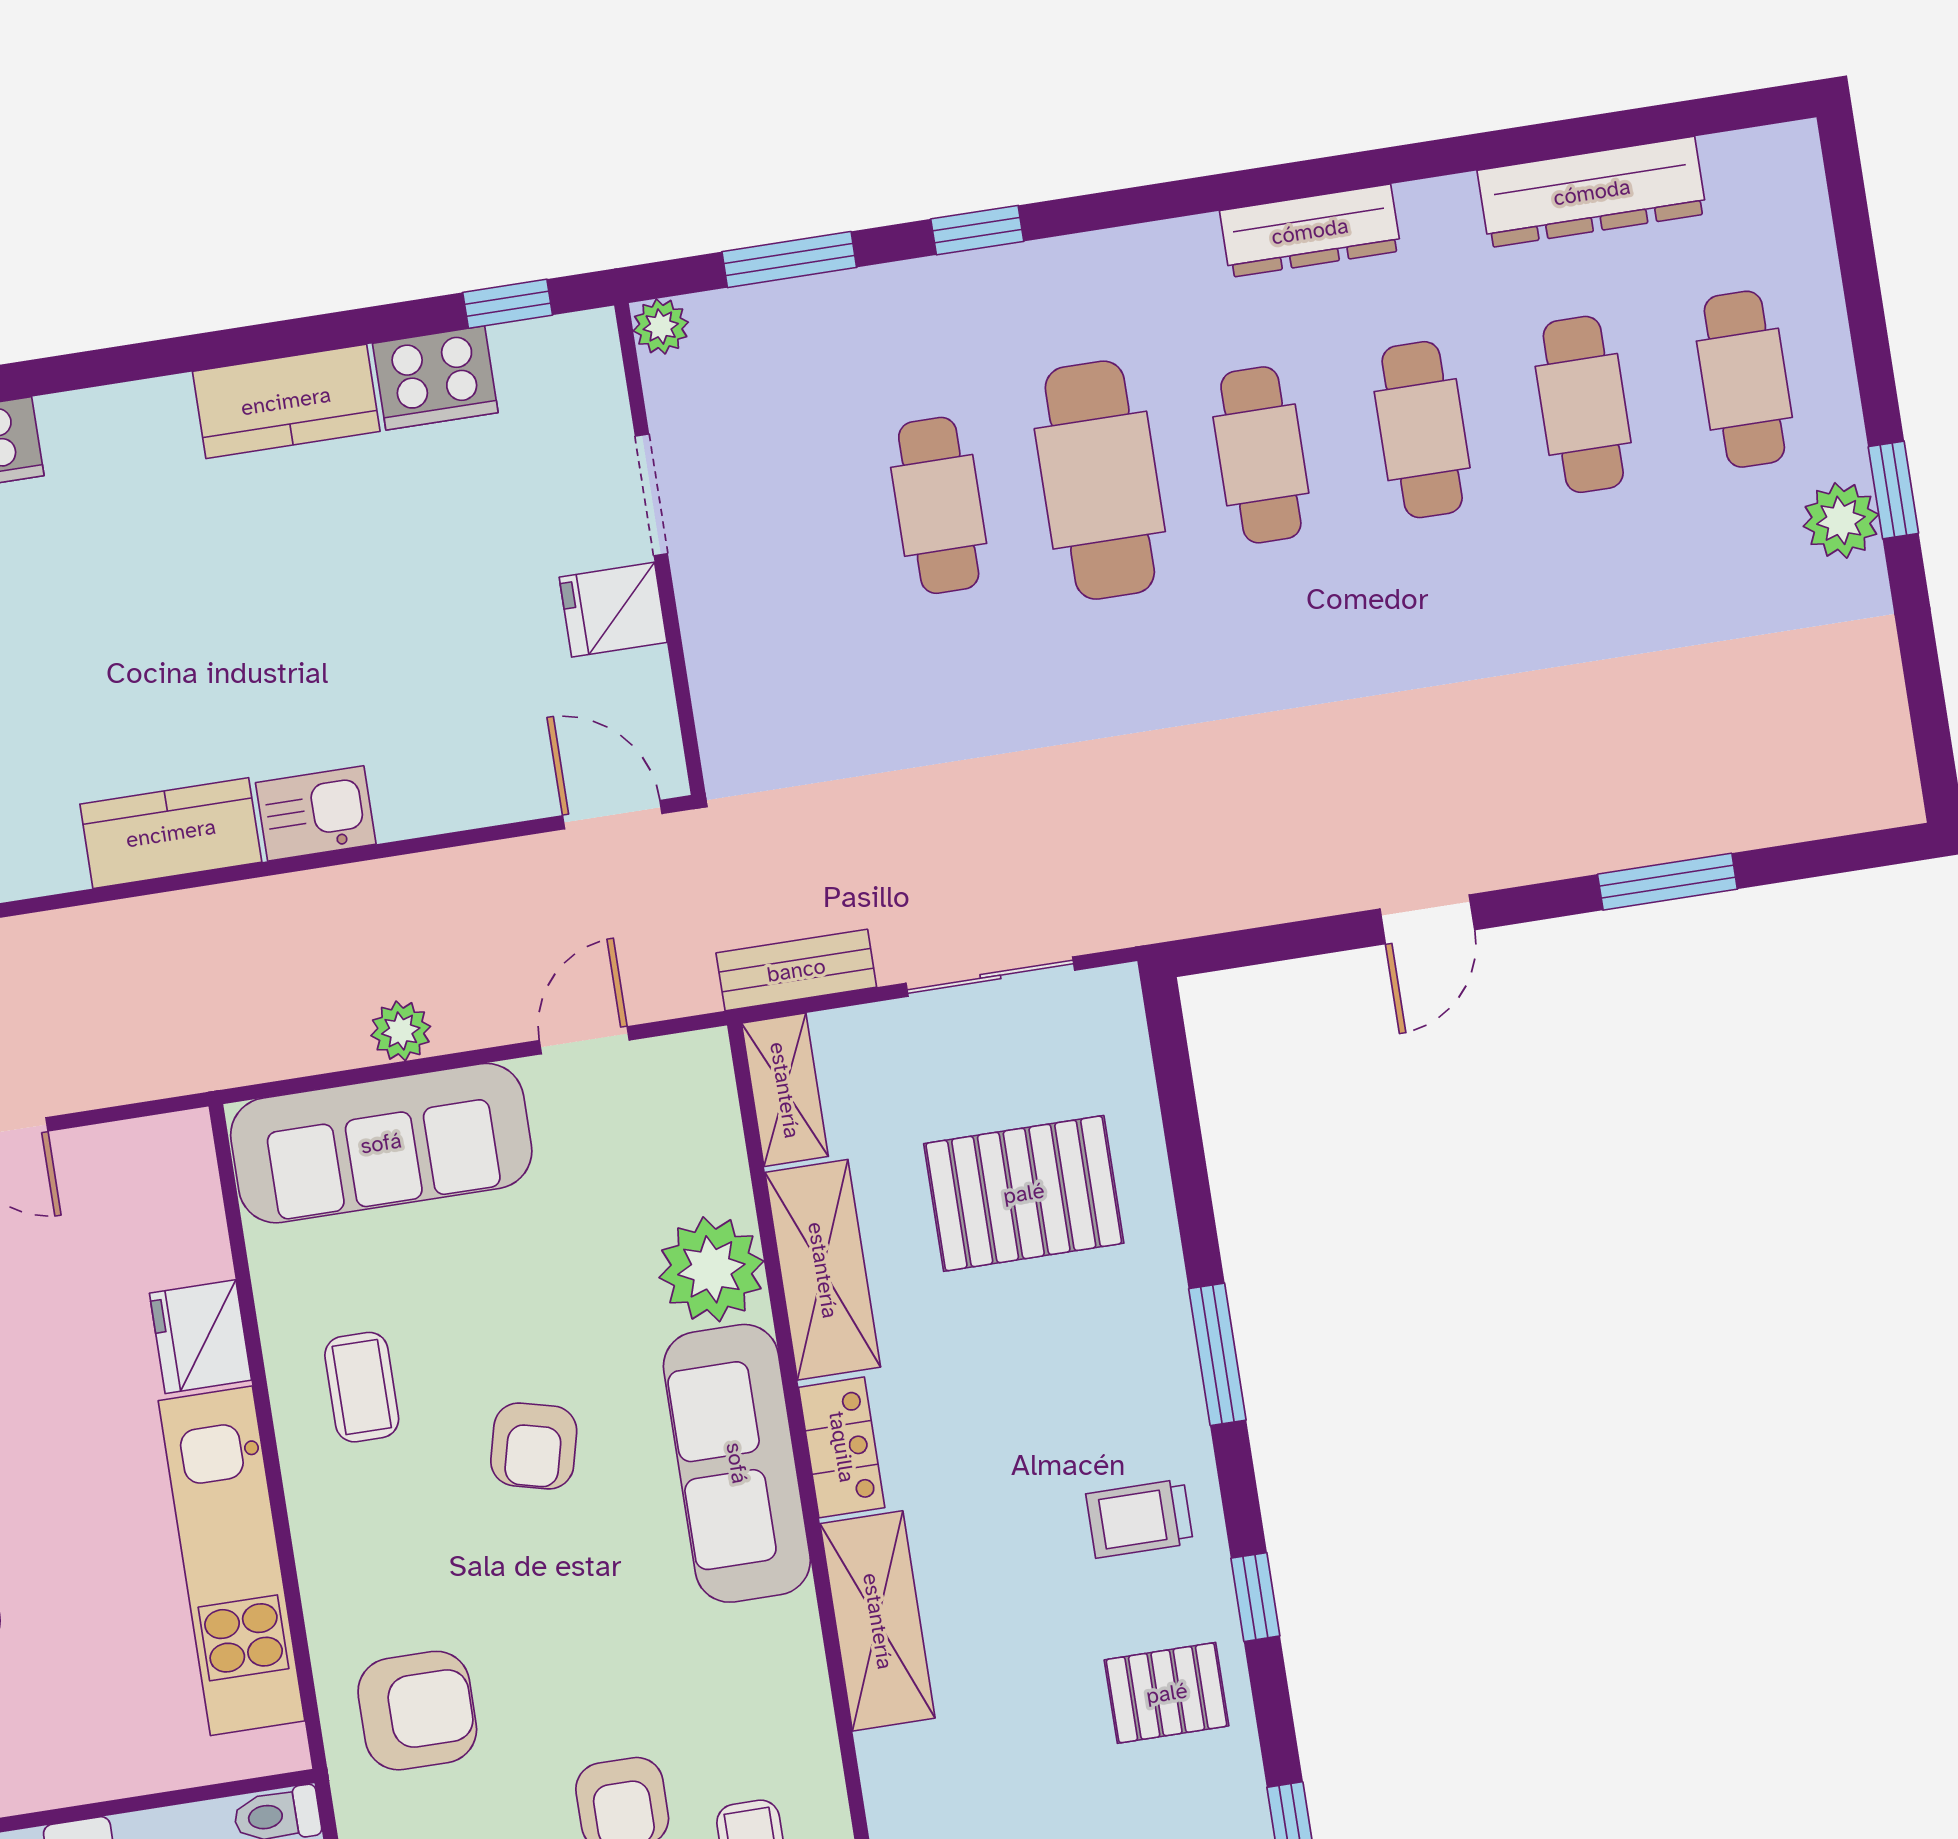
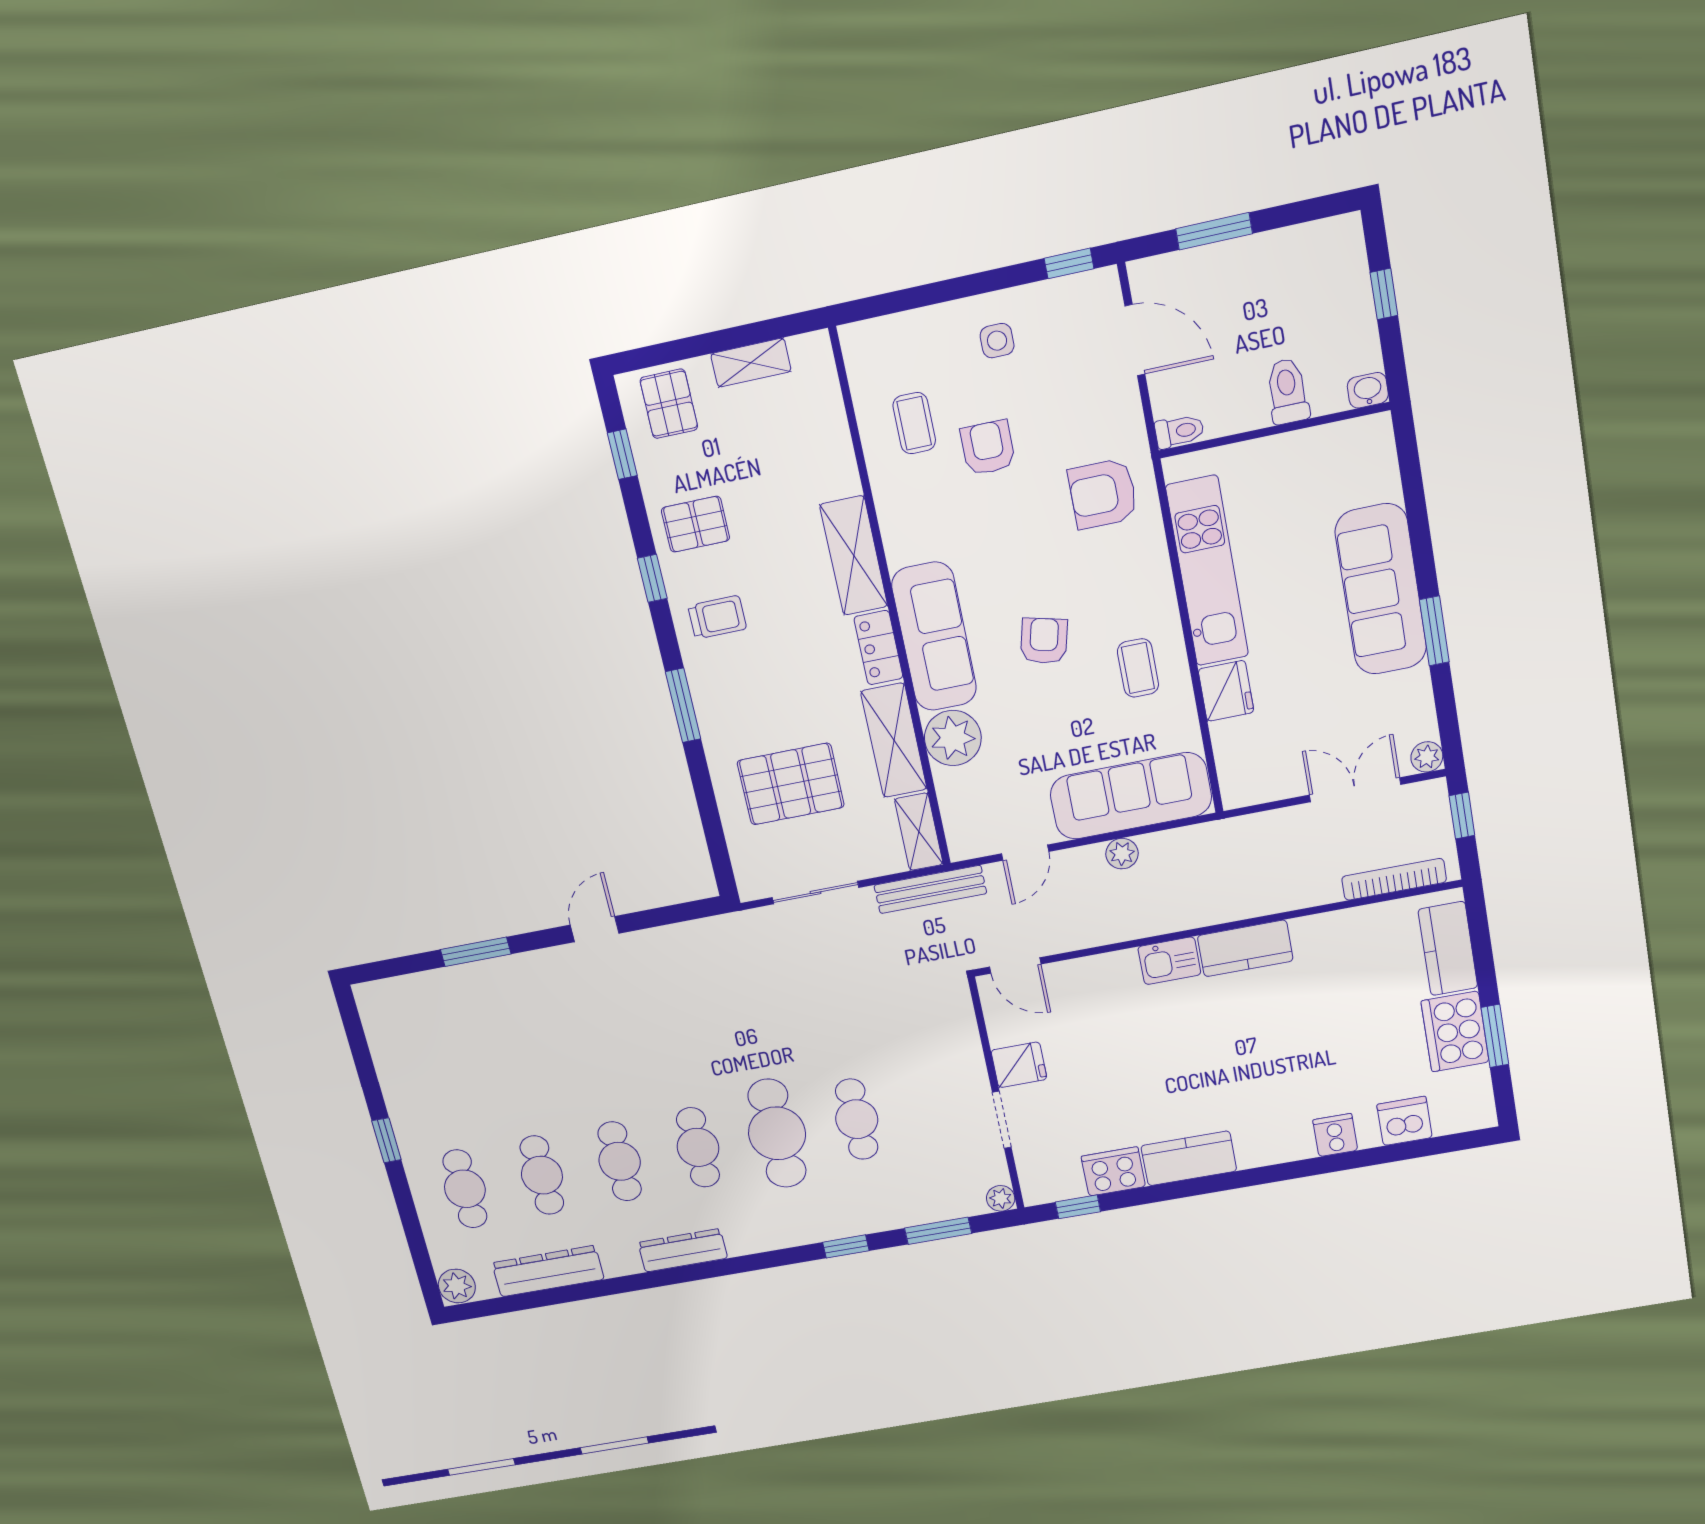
plant: (1841, 520) -> (457, 1286), moved
bench: (796, 970) -> (930, 889), width x1.36

